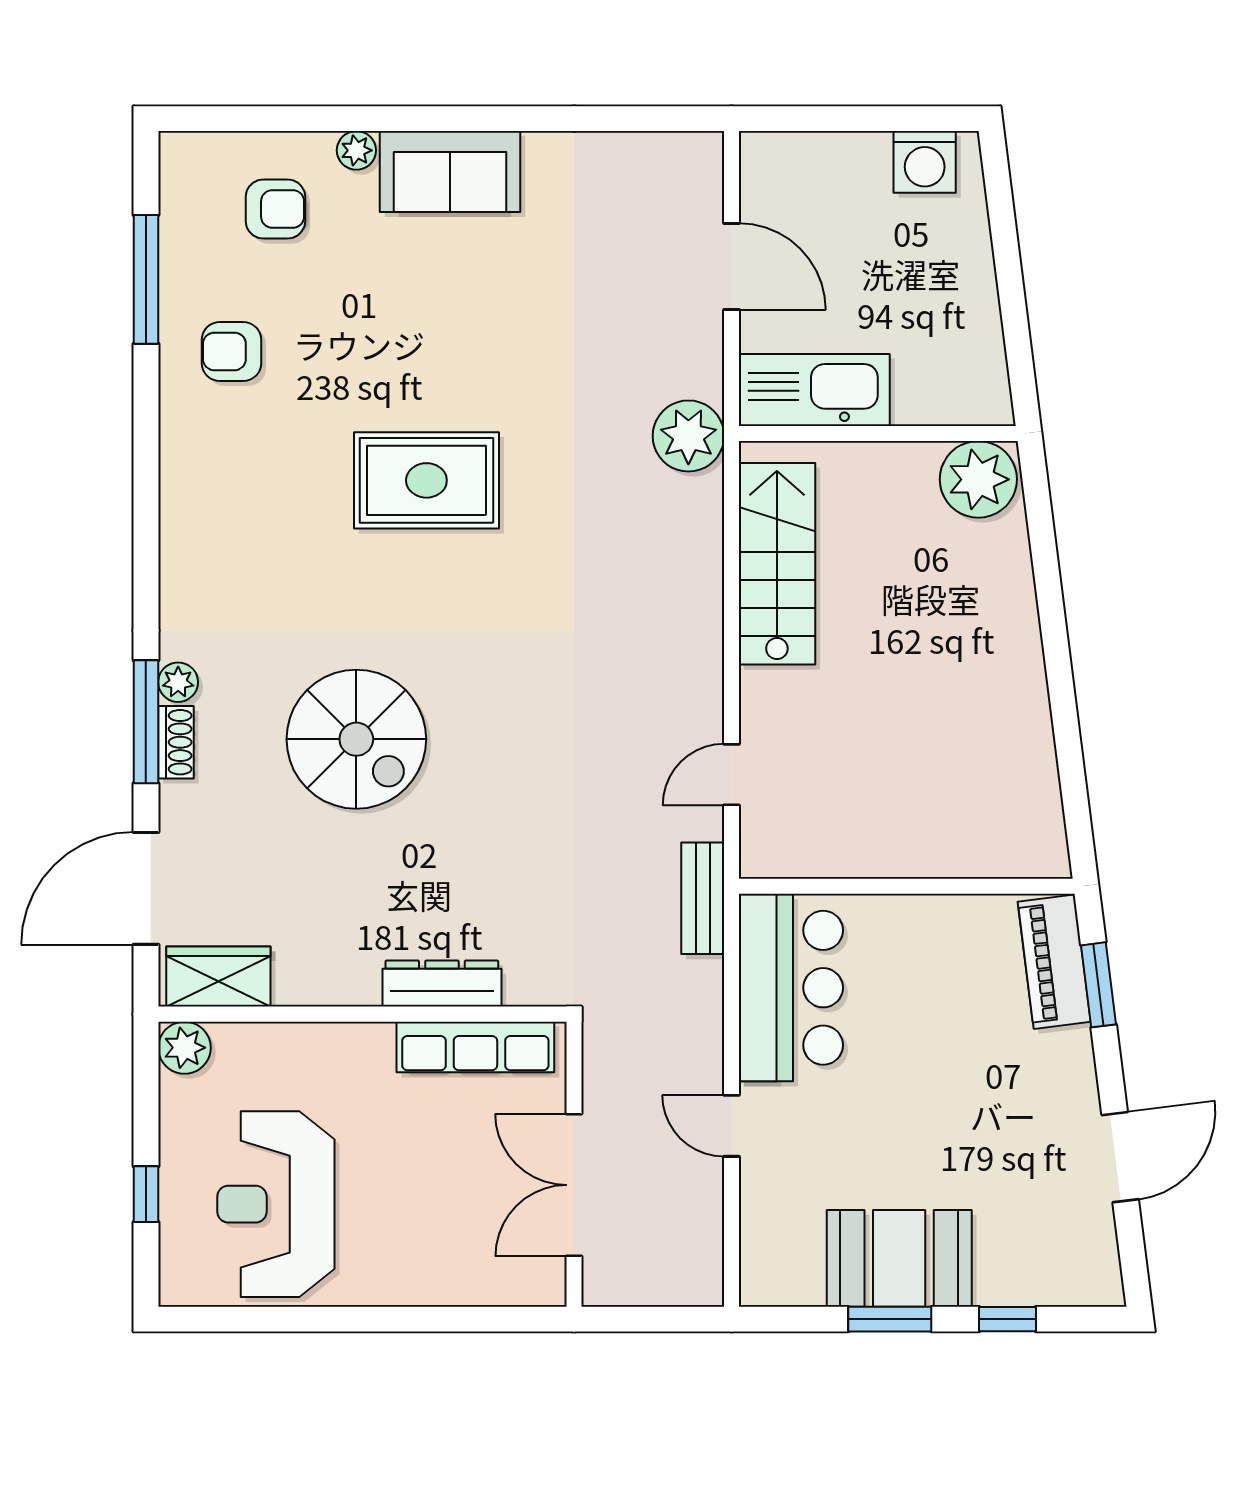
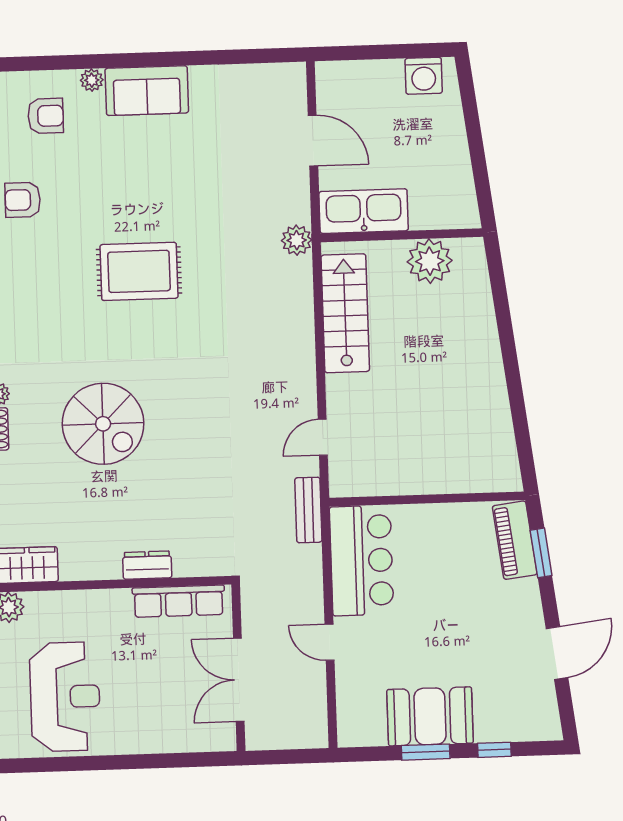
plant: (688, 436) -> (297, 240), width x0.73, depth x0.73
plant: (978, 479) -> (430, 261), moved
dresser: (442, 984) -> (147, 565), width x0.70
reception desk: (276, 1204) -> (65, 697), turned 180

